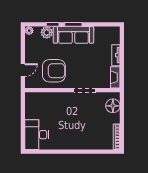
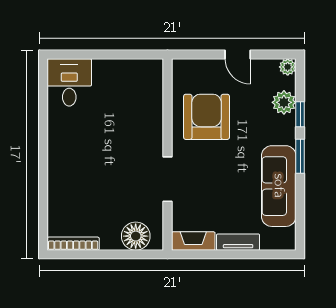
sofa: (73, 35) -> (279, 186), moved
door: (23, 70) -> (238, 55), moved
armchair: (54, 71) -> (207, 117), turned 180
desk: (37, 135) -> (69, 82), width x0.73

